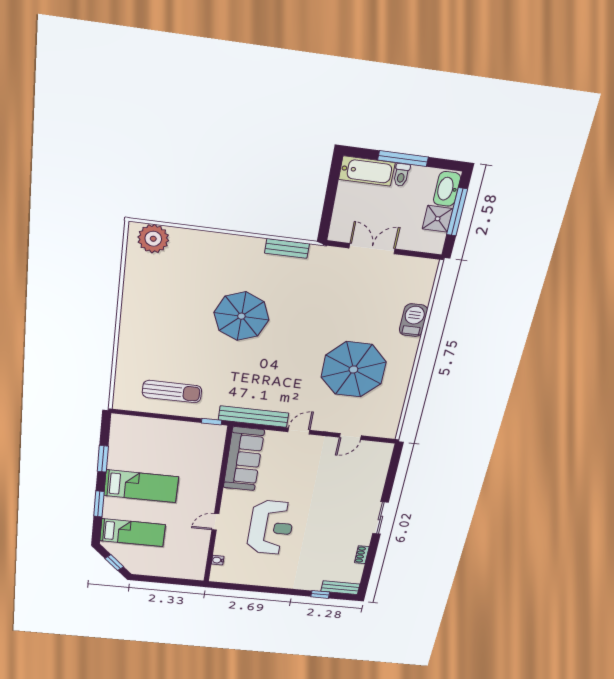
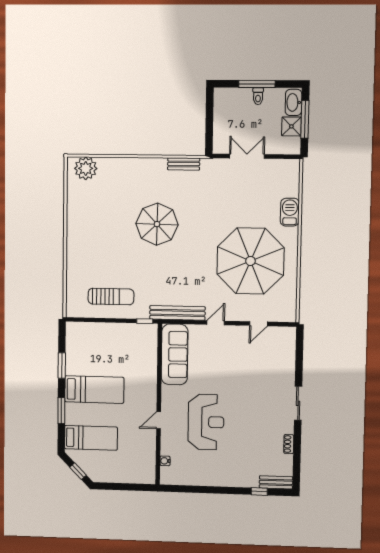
bathtub: (367, 171) -> (232, 97), removed
parasol: (353, 369) -> (250, 261), width x1.36, depth x1.36

